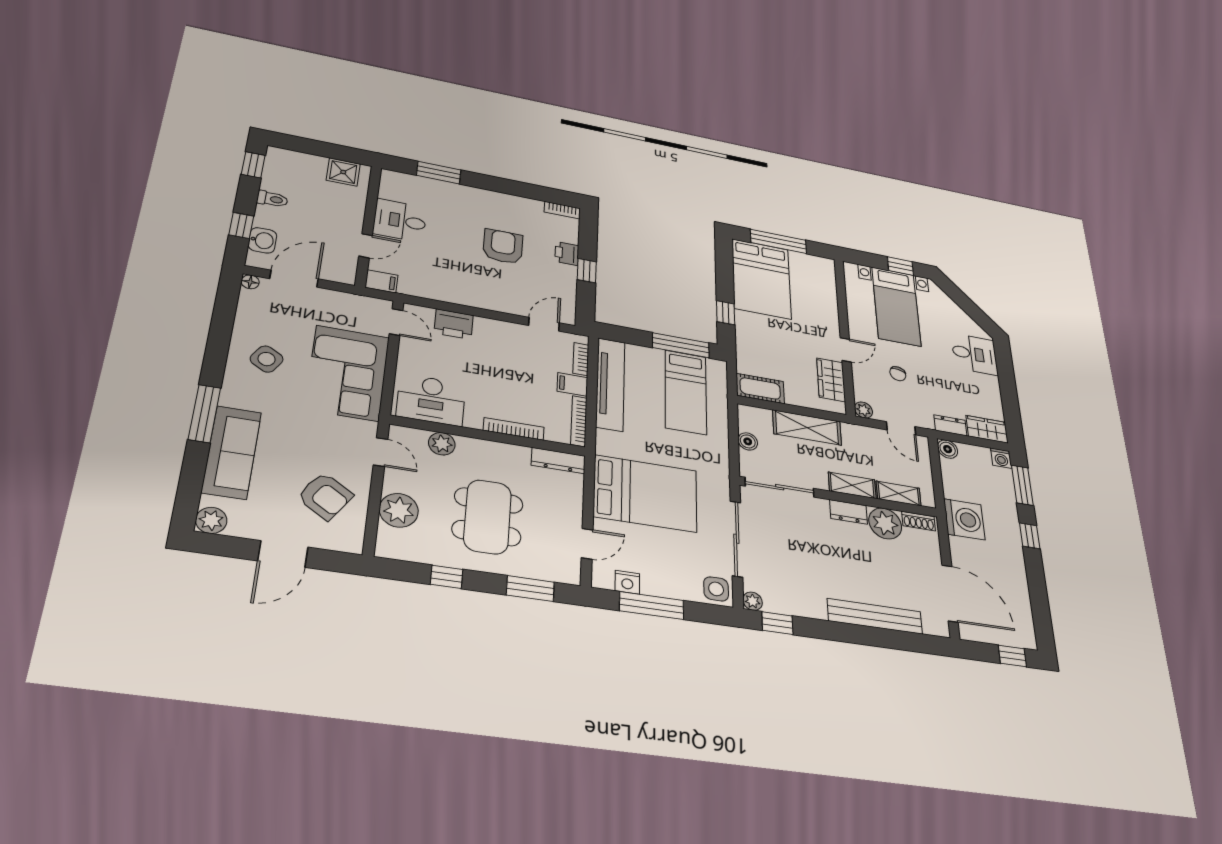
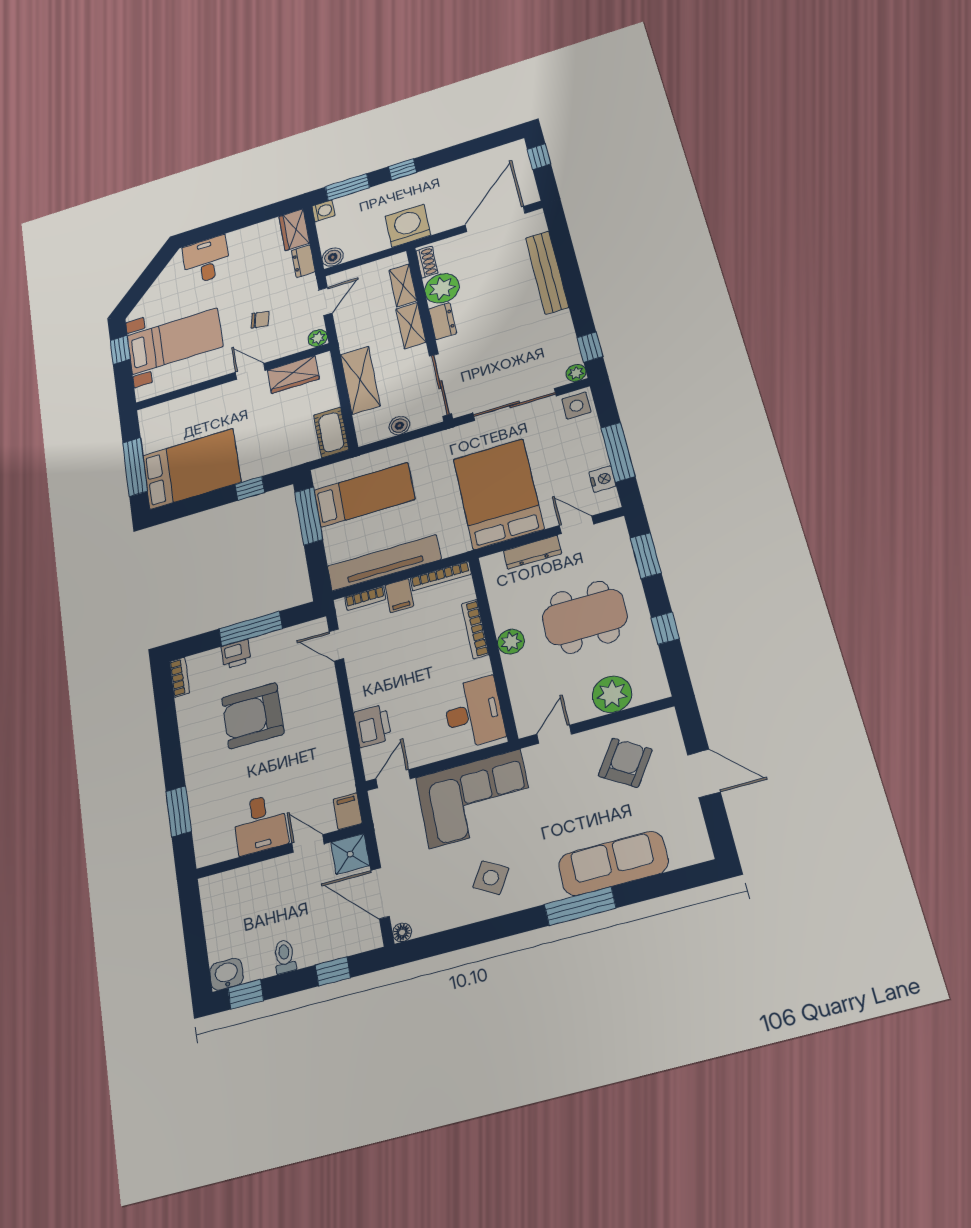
shower: (343, 172) -> (350, 854), moved
washbasin: (262, 240) -> (226, 974), moved
armchair: (503, 247) -> (253, 716), width x1.36, depth x1.36
window: (587, 271) -> (251, 629), width x2.17
plant: (442, 444) -> (511, 642), moved
dresser: (558, 460) -> (532, 552), moved, turned 90
plant: (211, 520) -> (696, 849), removed

